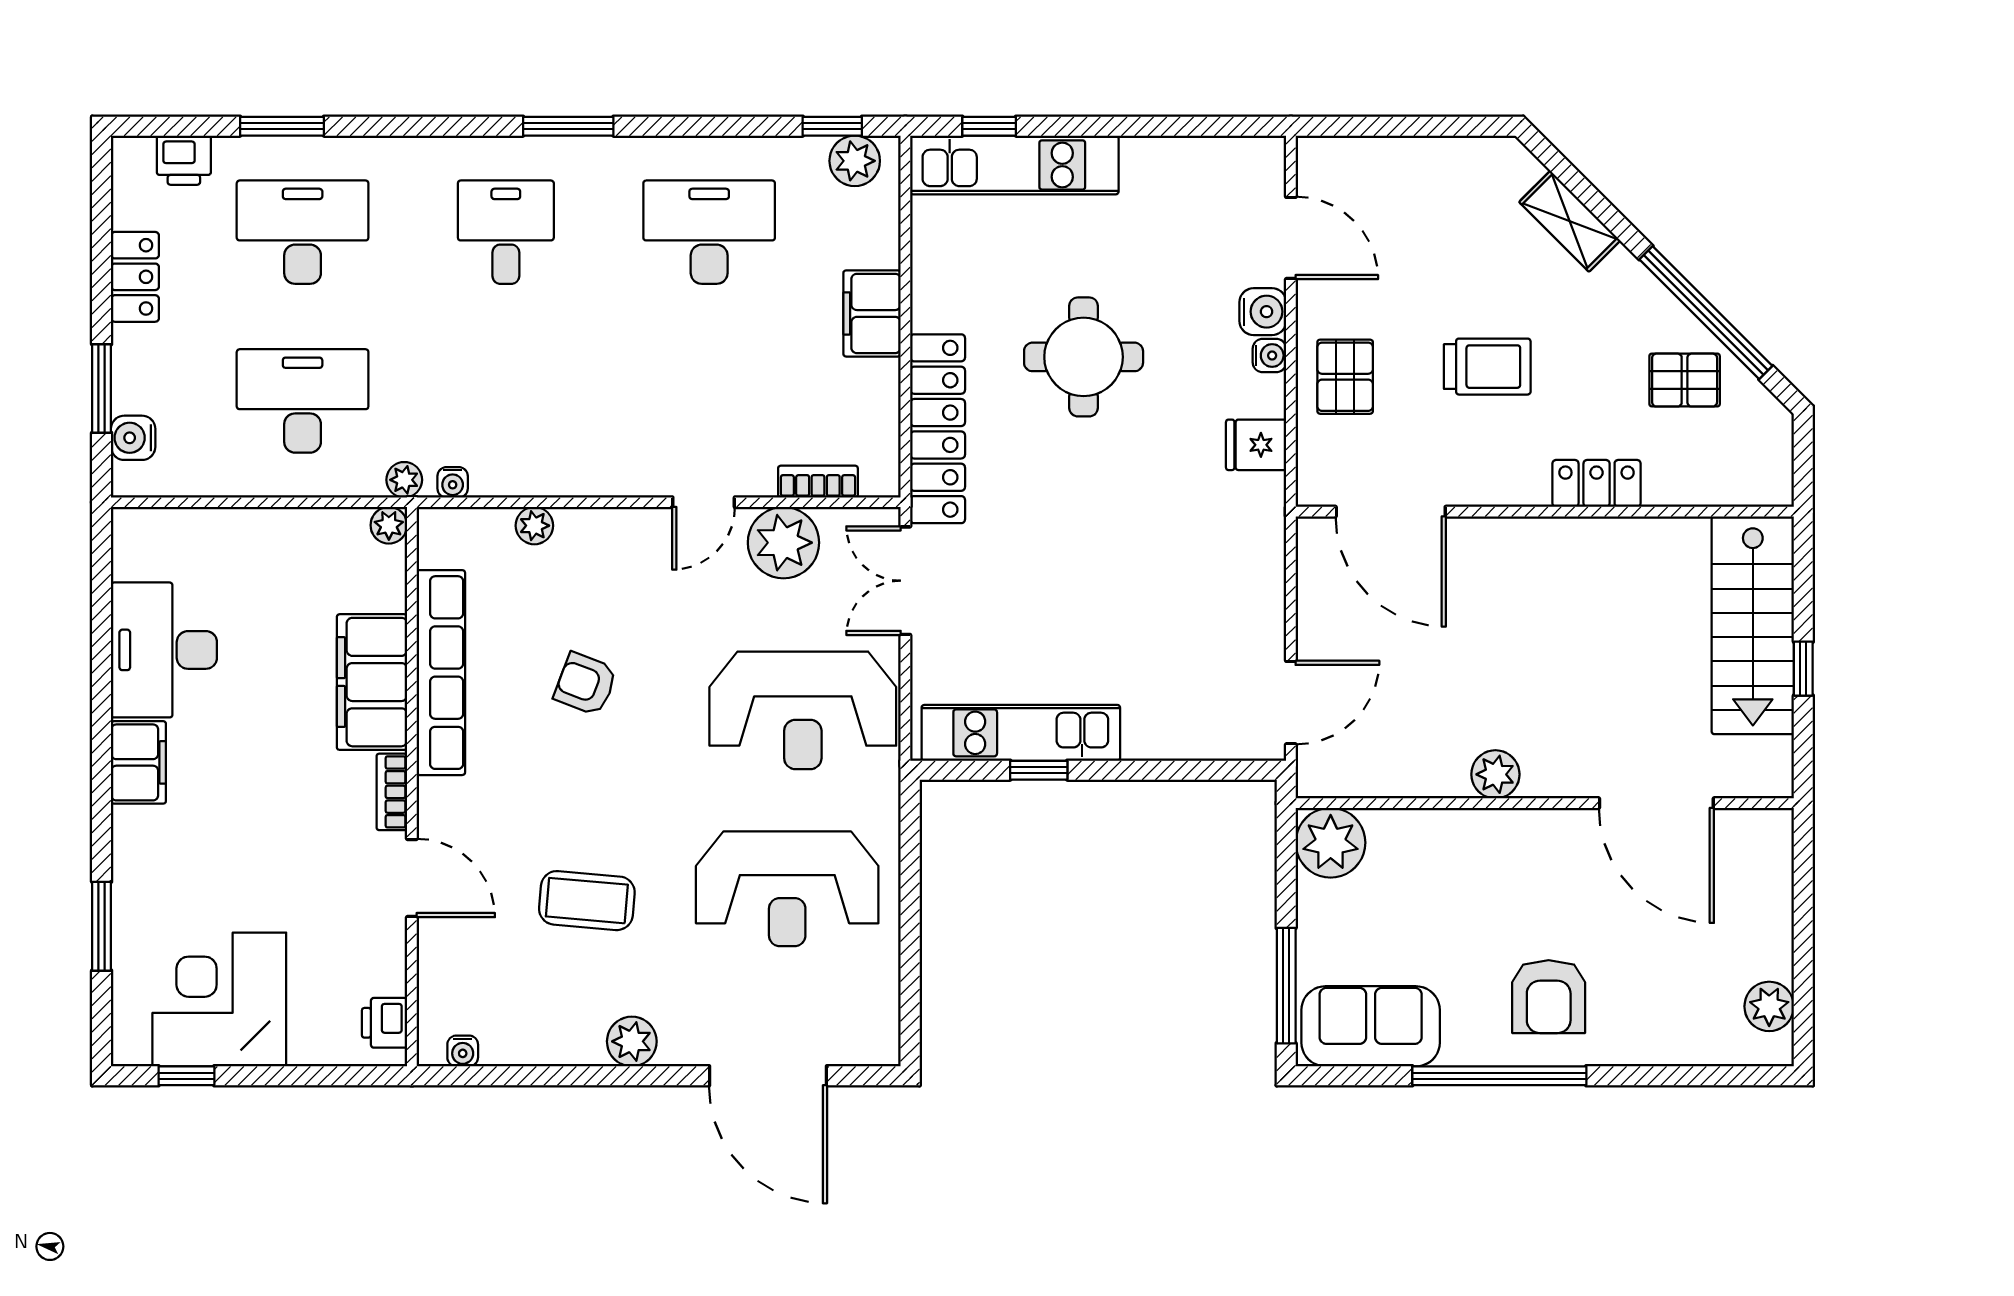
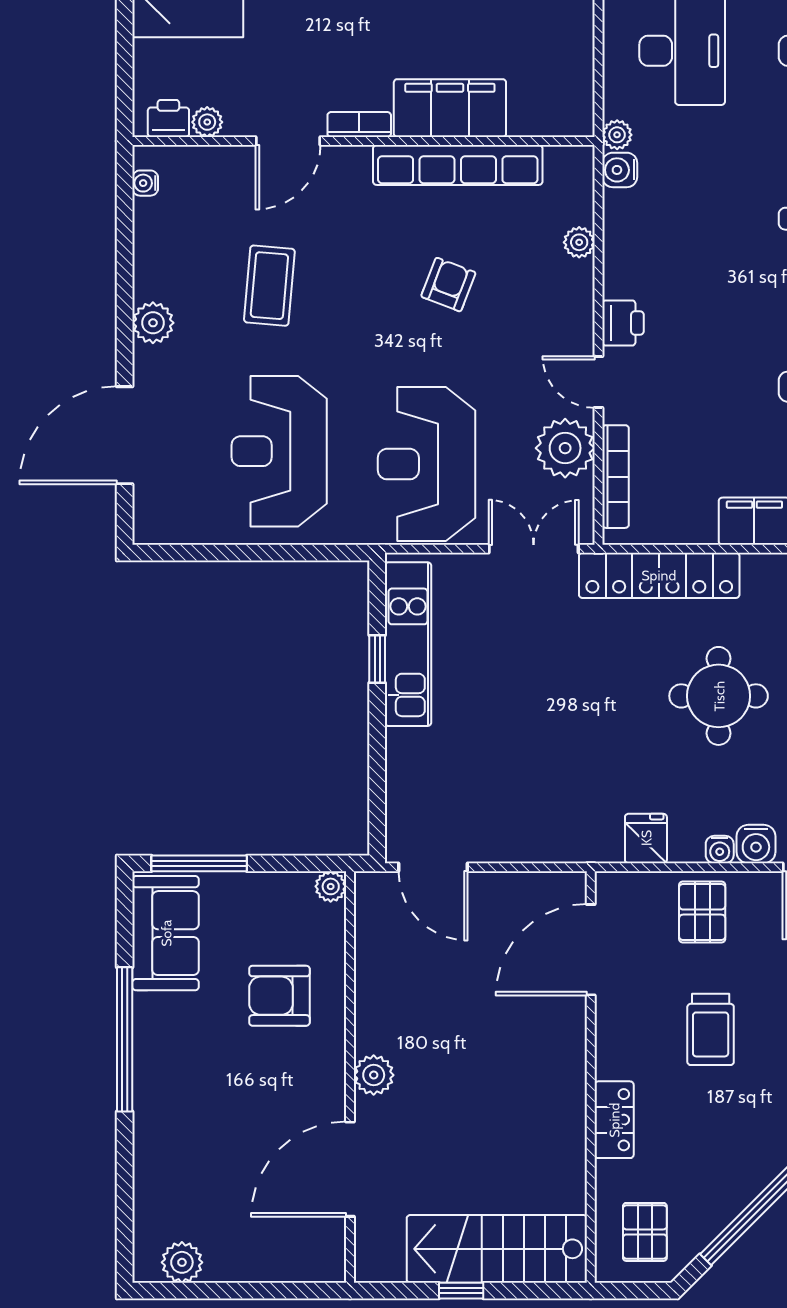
pallet: (1345, 377) -> (702, 912), turned 90
pallet: (1685, 380) -> (645, 1232), moved
printer: (632, 473) -> (623, 323), added
water cooler: (453, 482) -> (620, 170), width x1.38, depth x1.38
bookcase: (818, 482) -> (616, 477), width x1.56
plant: (389, 525) -> (207, 122), moved
plant: (1495, 774) -> (374, 1075), moved
plant: (1331, 843) -> (331, 886), width x0.53, depth x0.53
armchair: (1549, 997) -> (279, 996), moved

